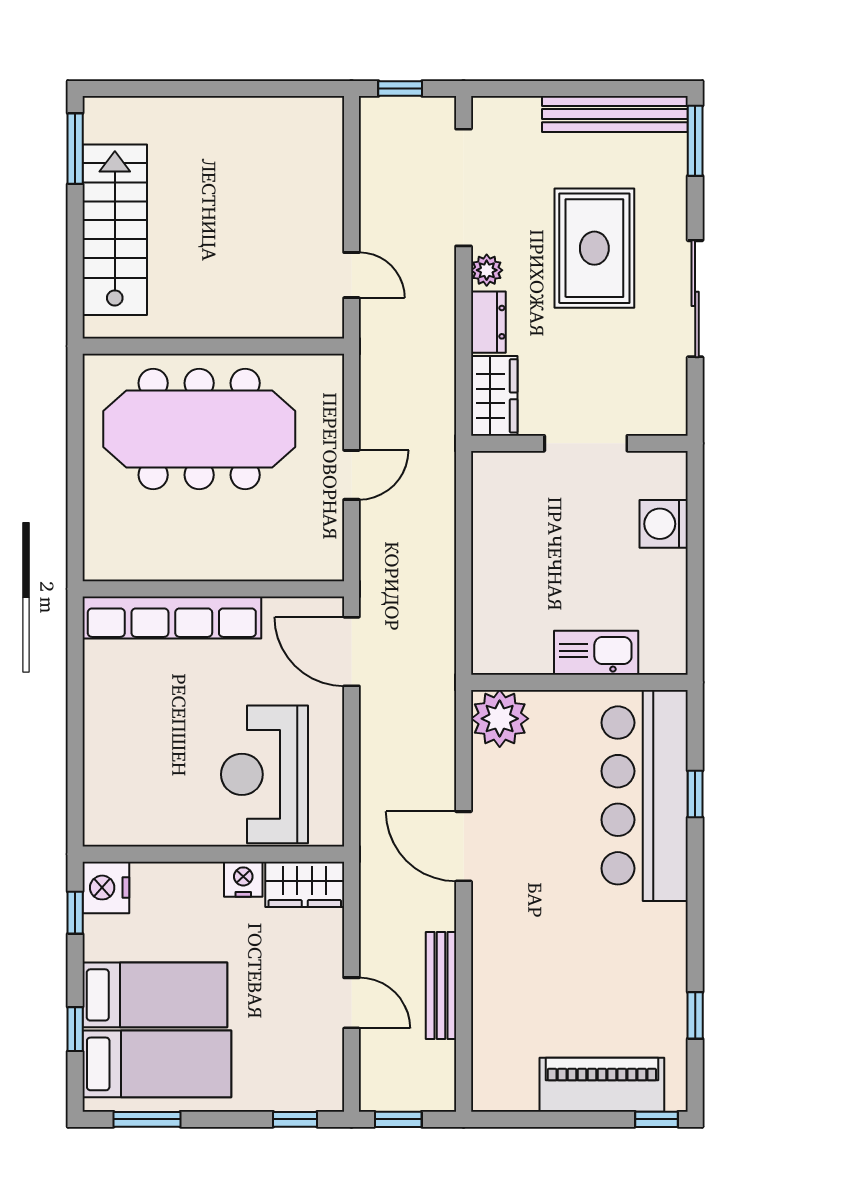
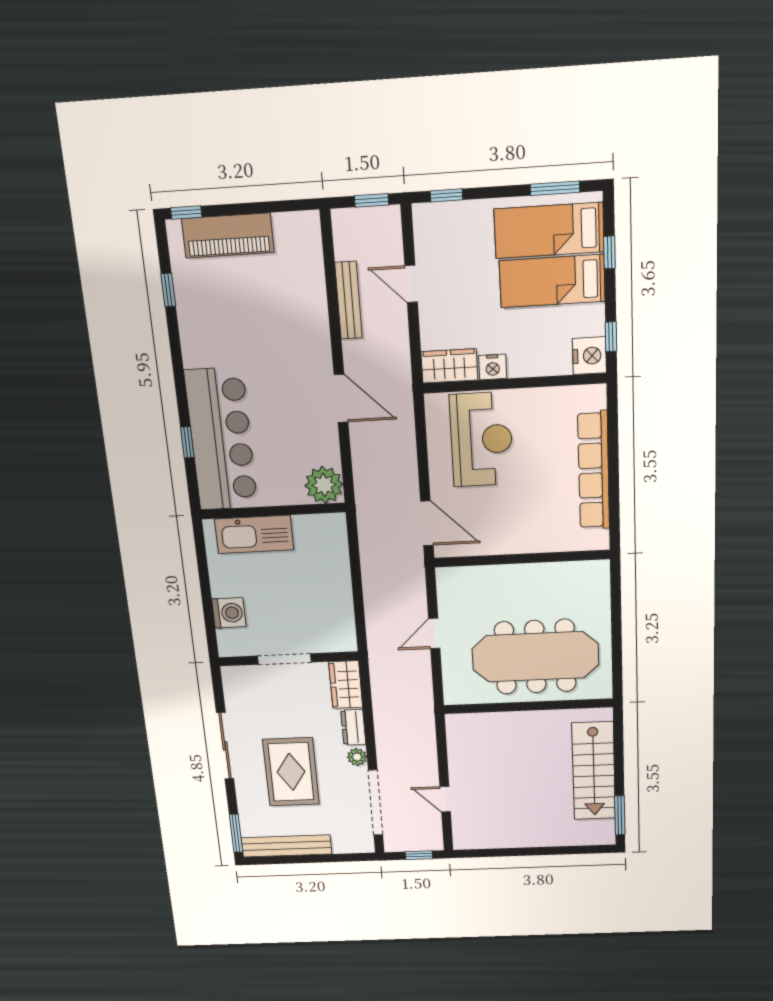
door: (351, 275) -> (445, 799), moved
row of seats: (172, 618) -> (594, 471), moved, turned -90
kitchen sink: (596, 653) -> (254, 534), width x1.36, depth x1.24

